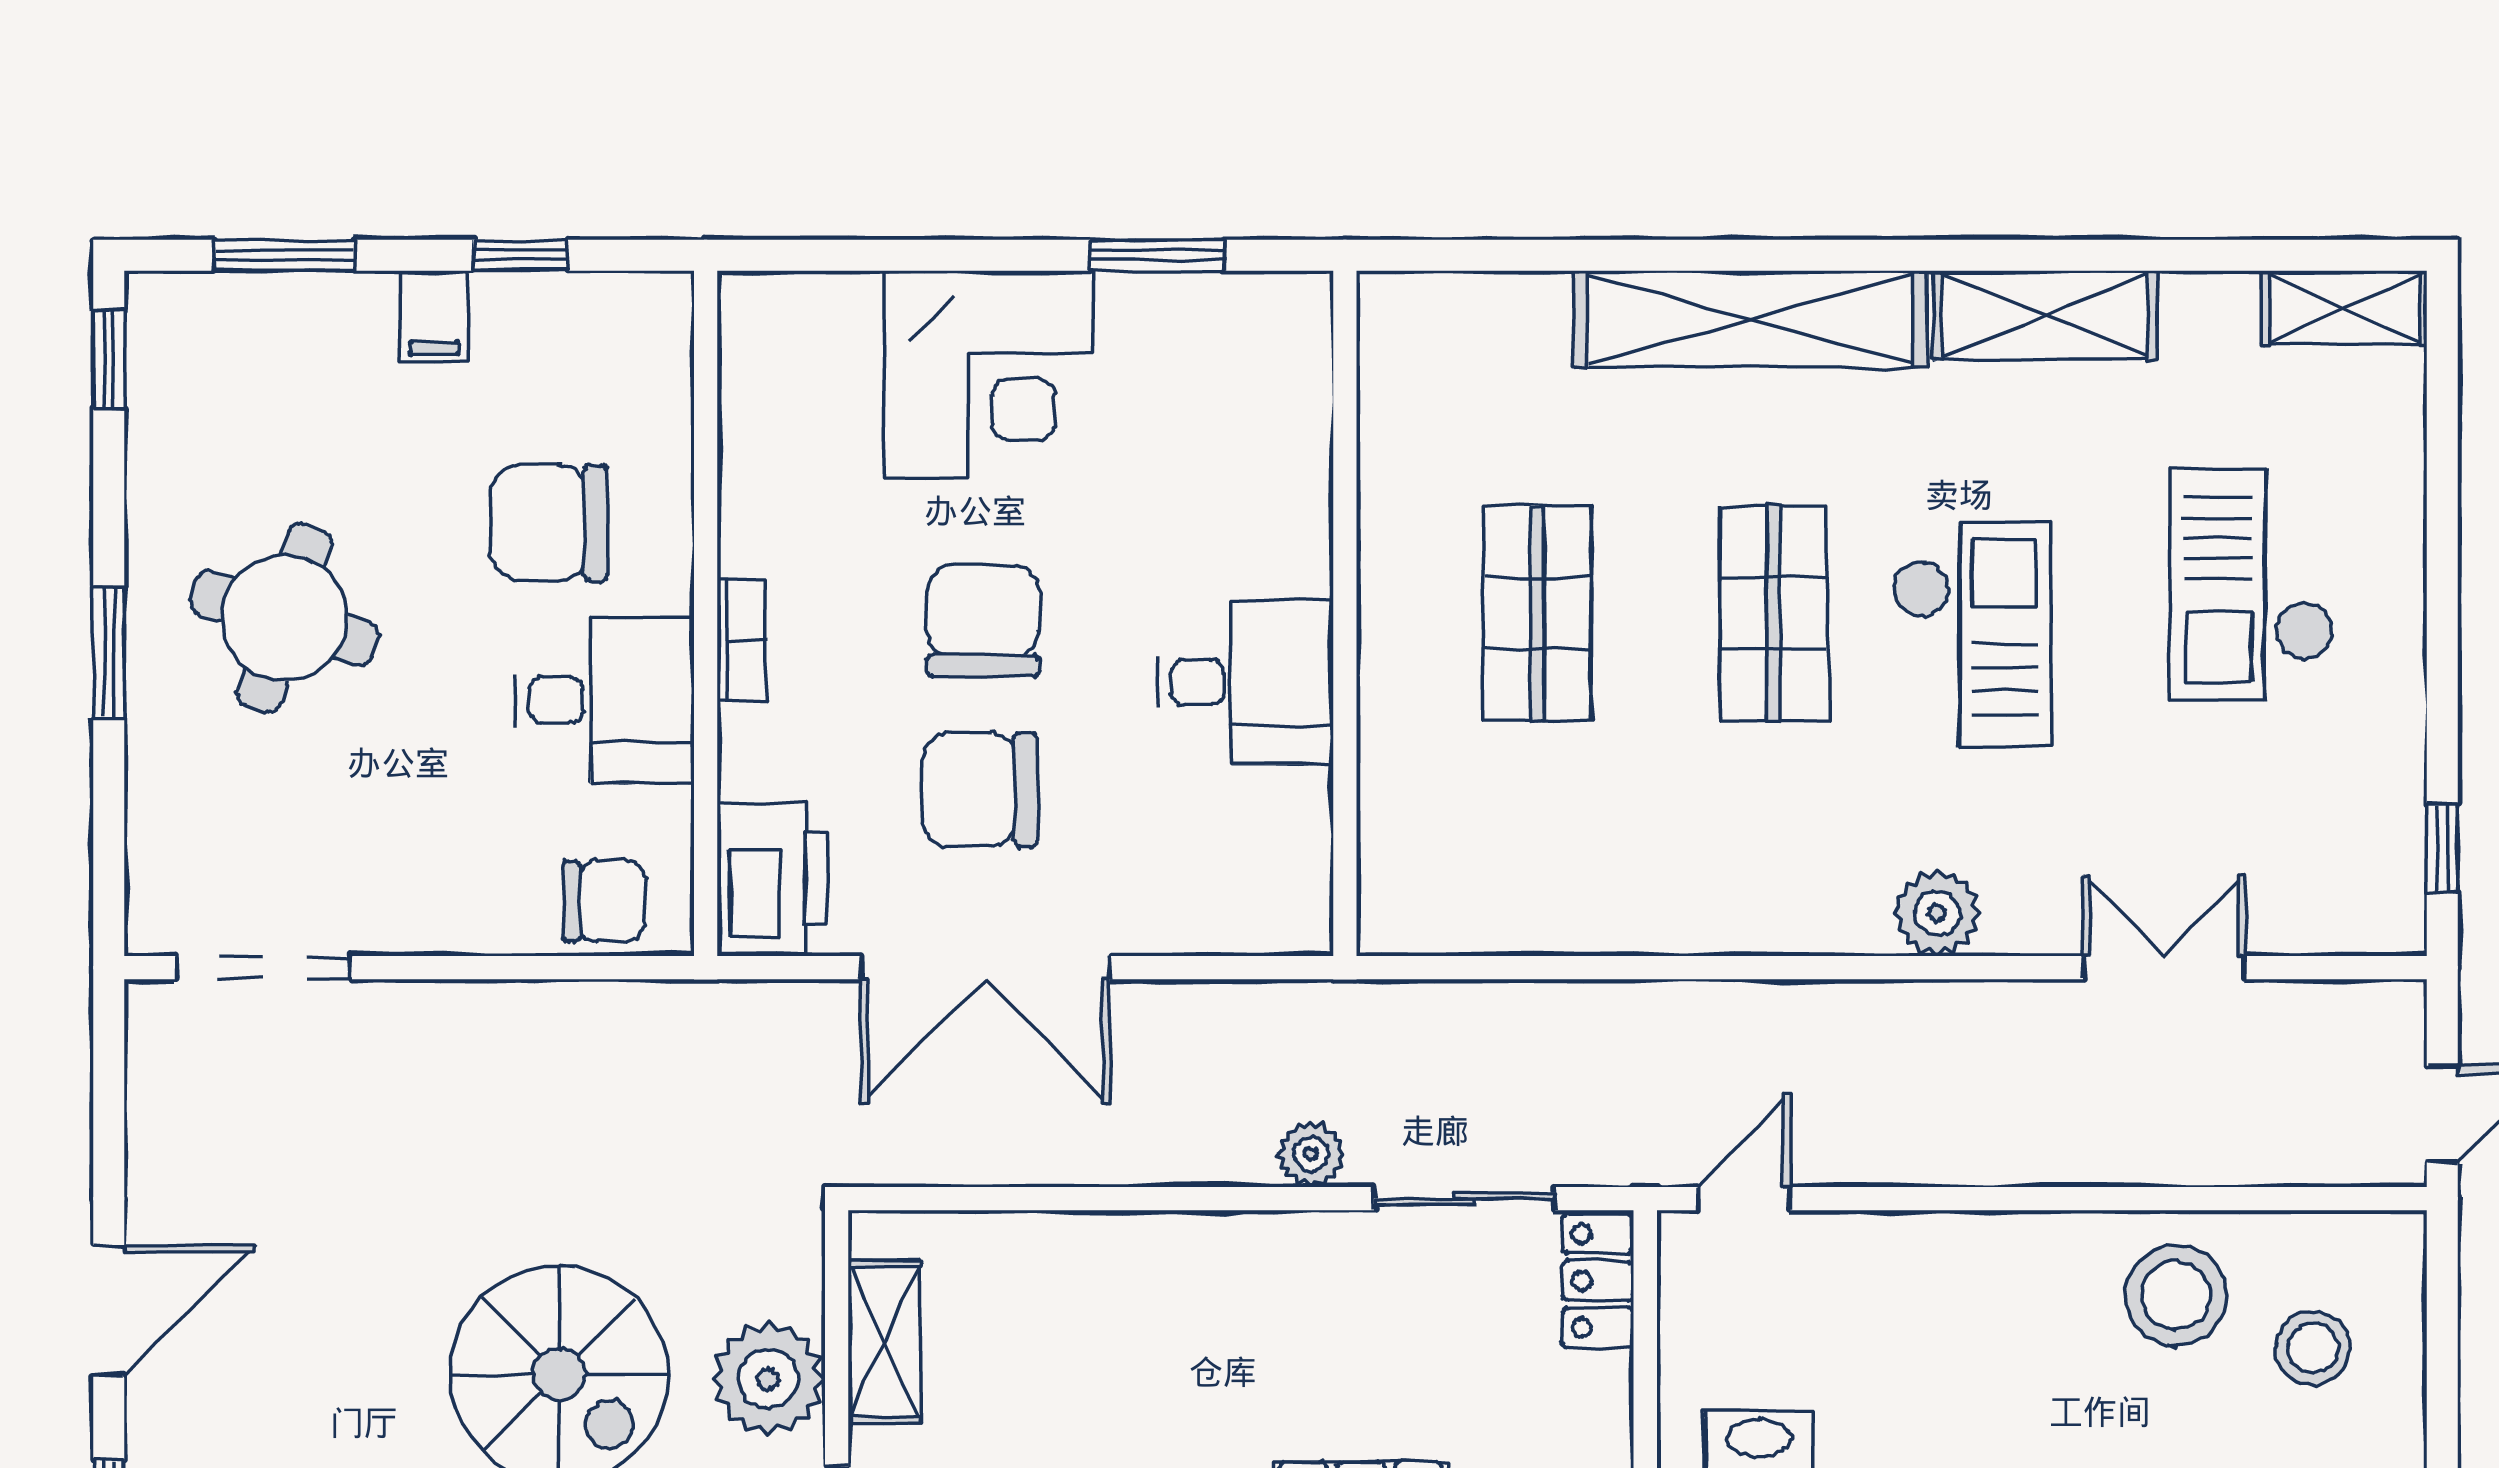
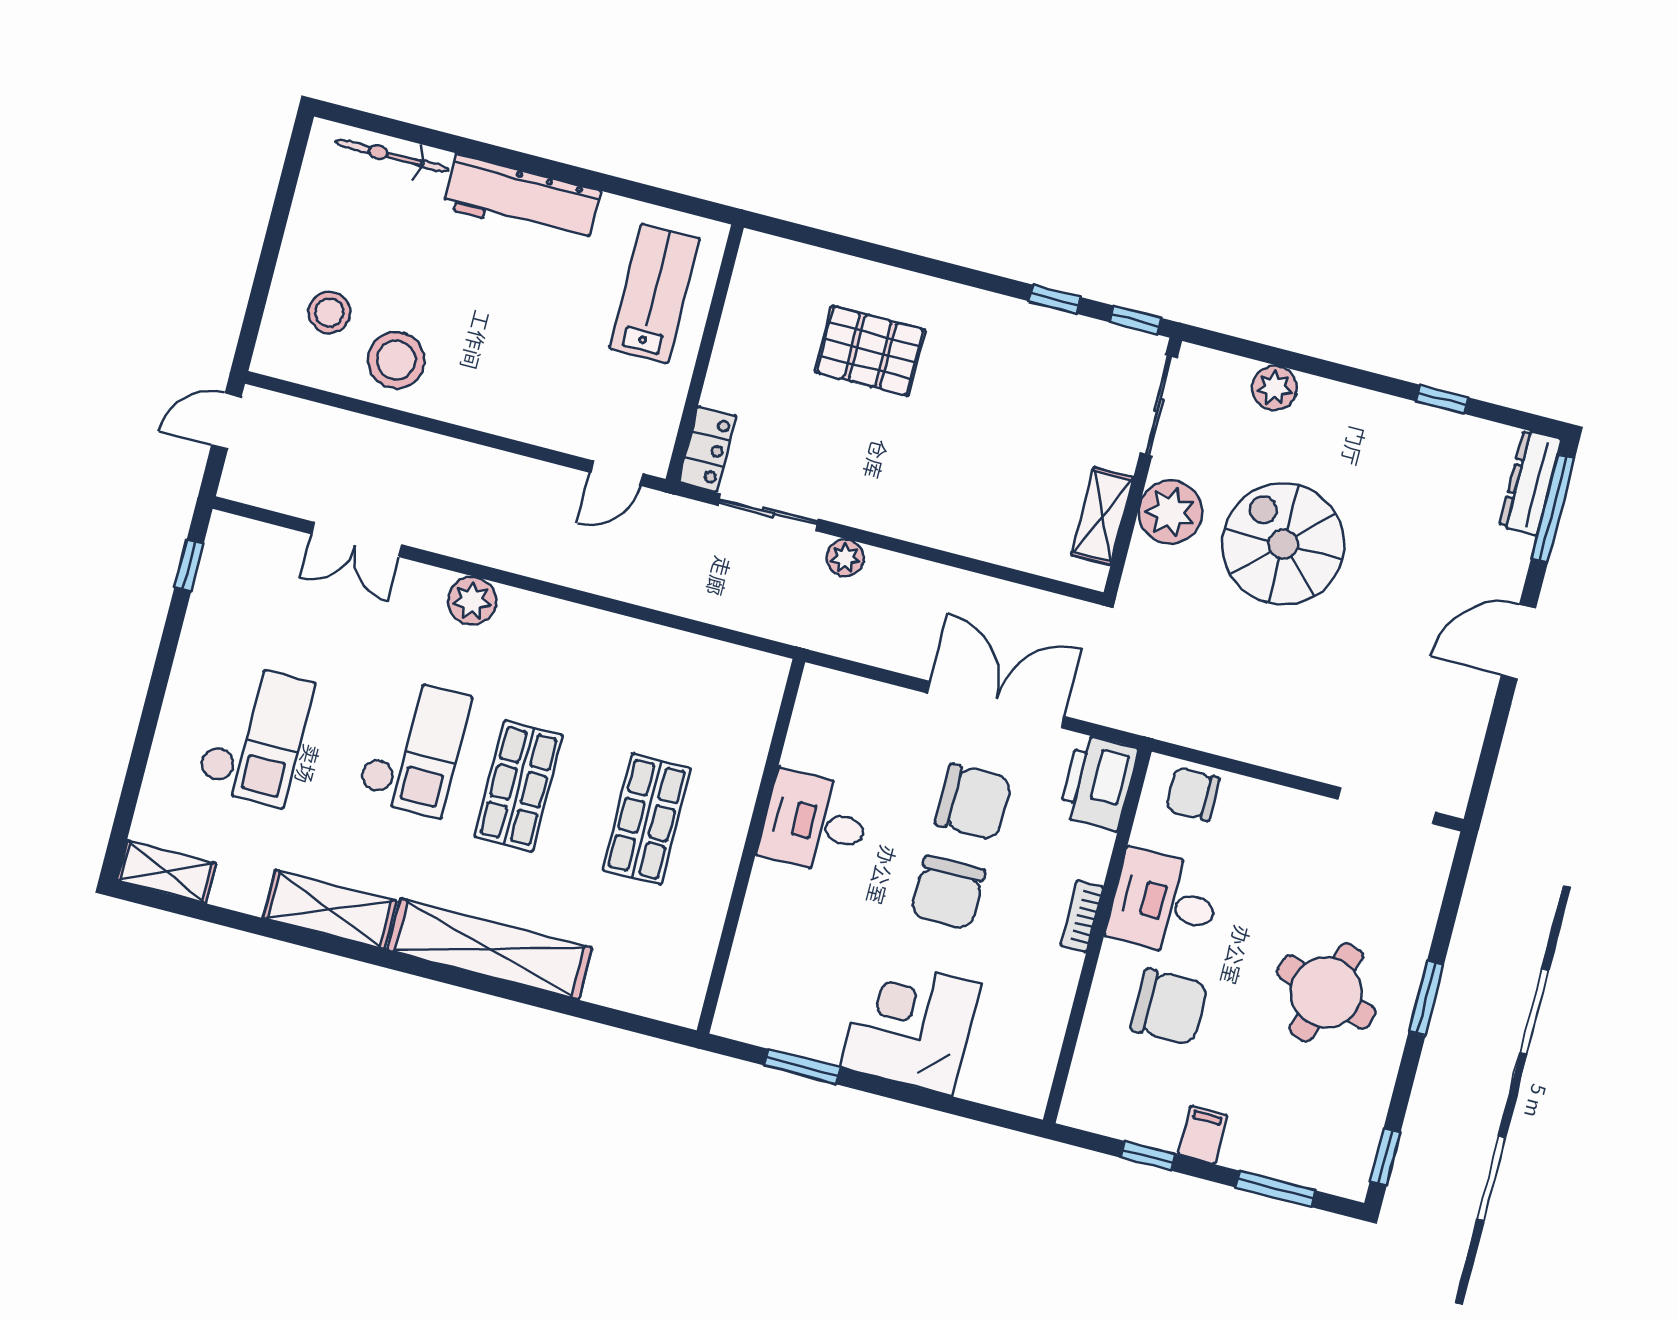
checkout: (1972, 634) -> (414, 747), turned 180

